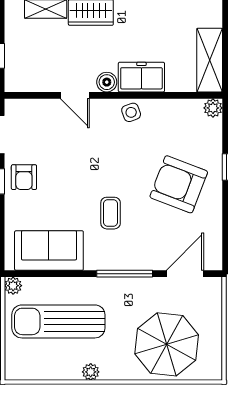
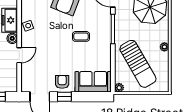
armchair: (24, 177) -> (62, 82), turned -90
sofa: (49, 251) -> (93, 82), moved, turned 90
sun lounger: (58, 321) -> (138, 64), turned -30

